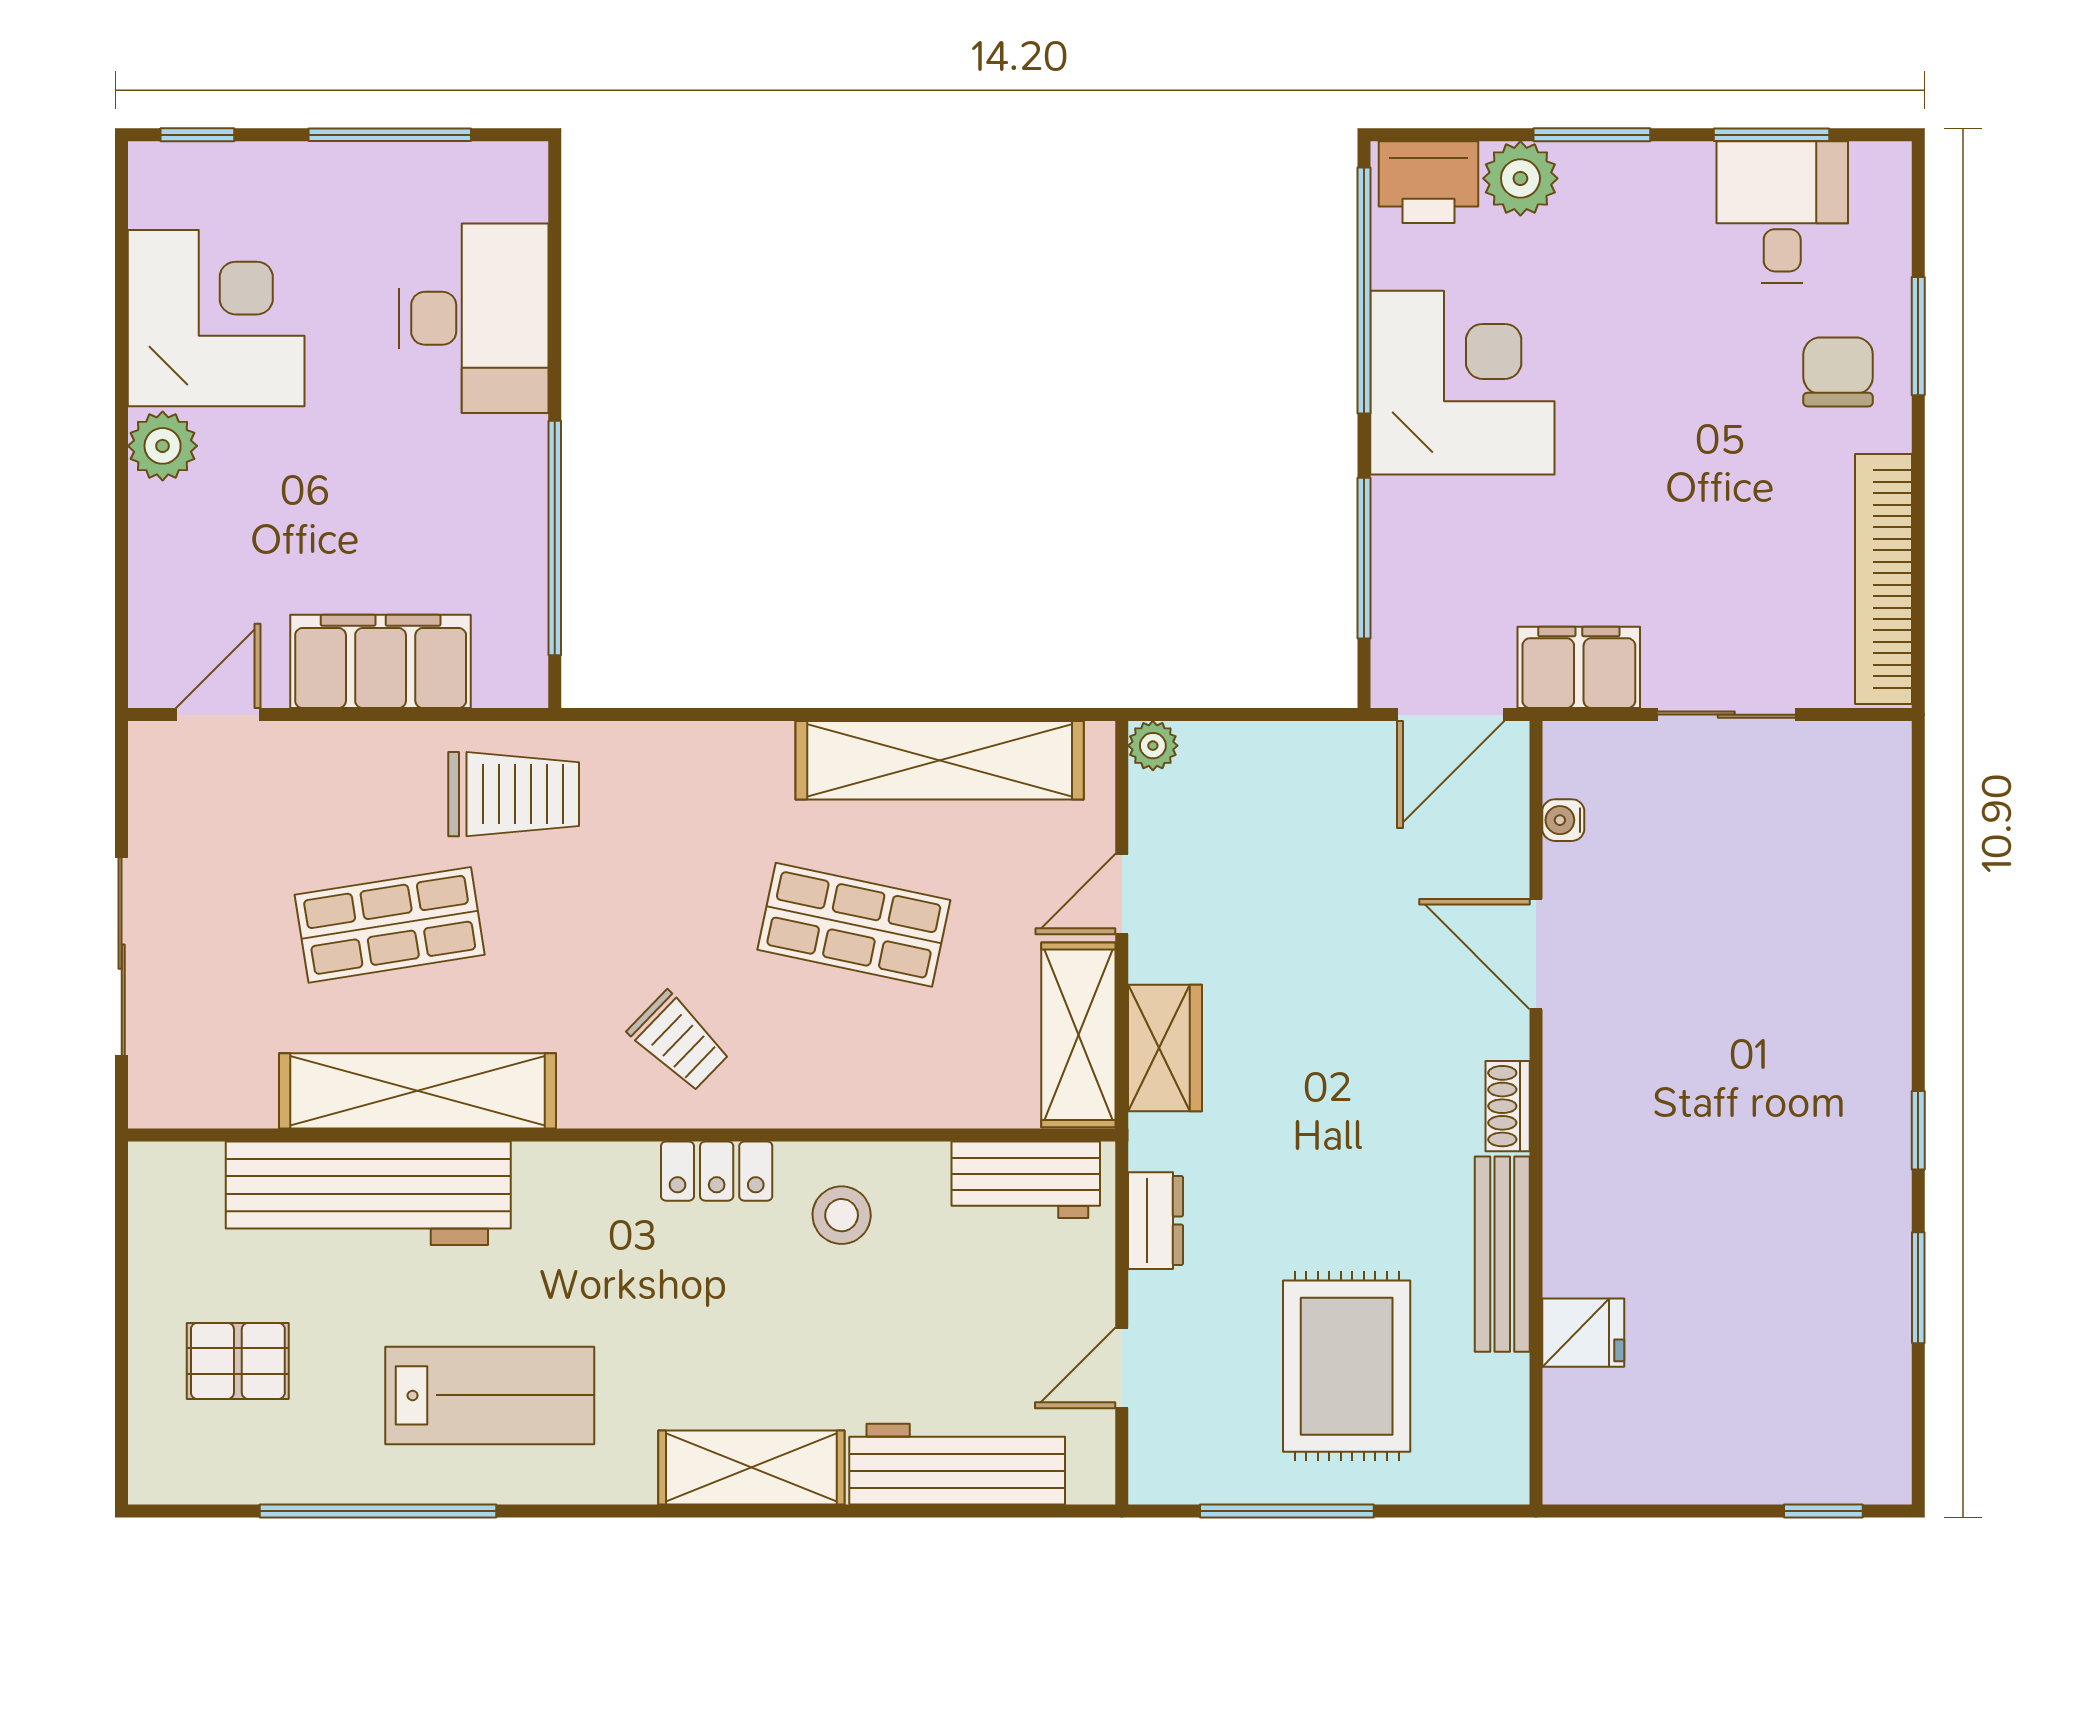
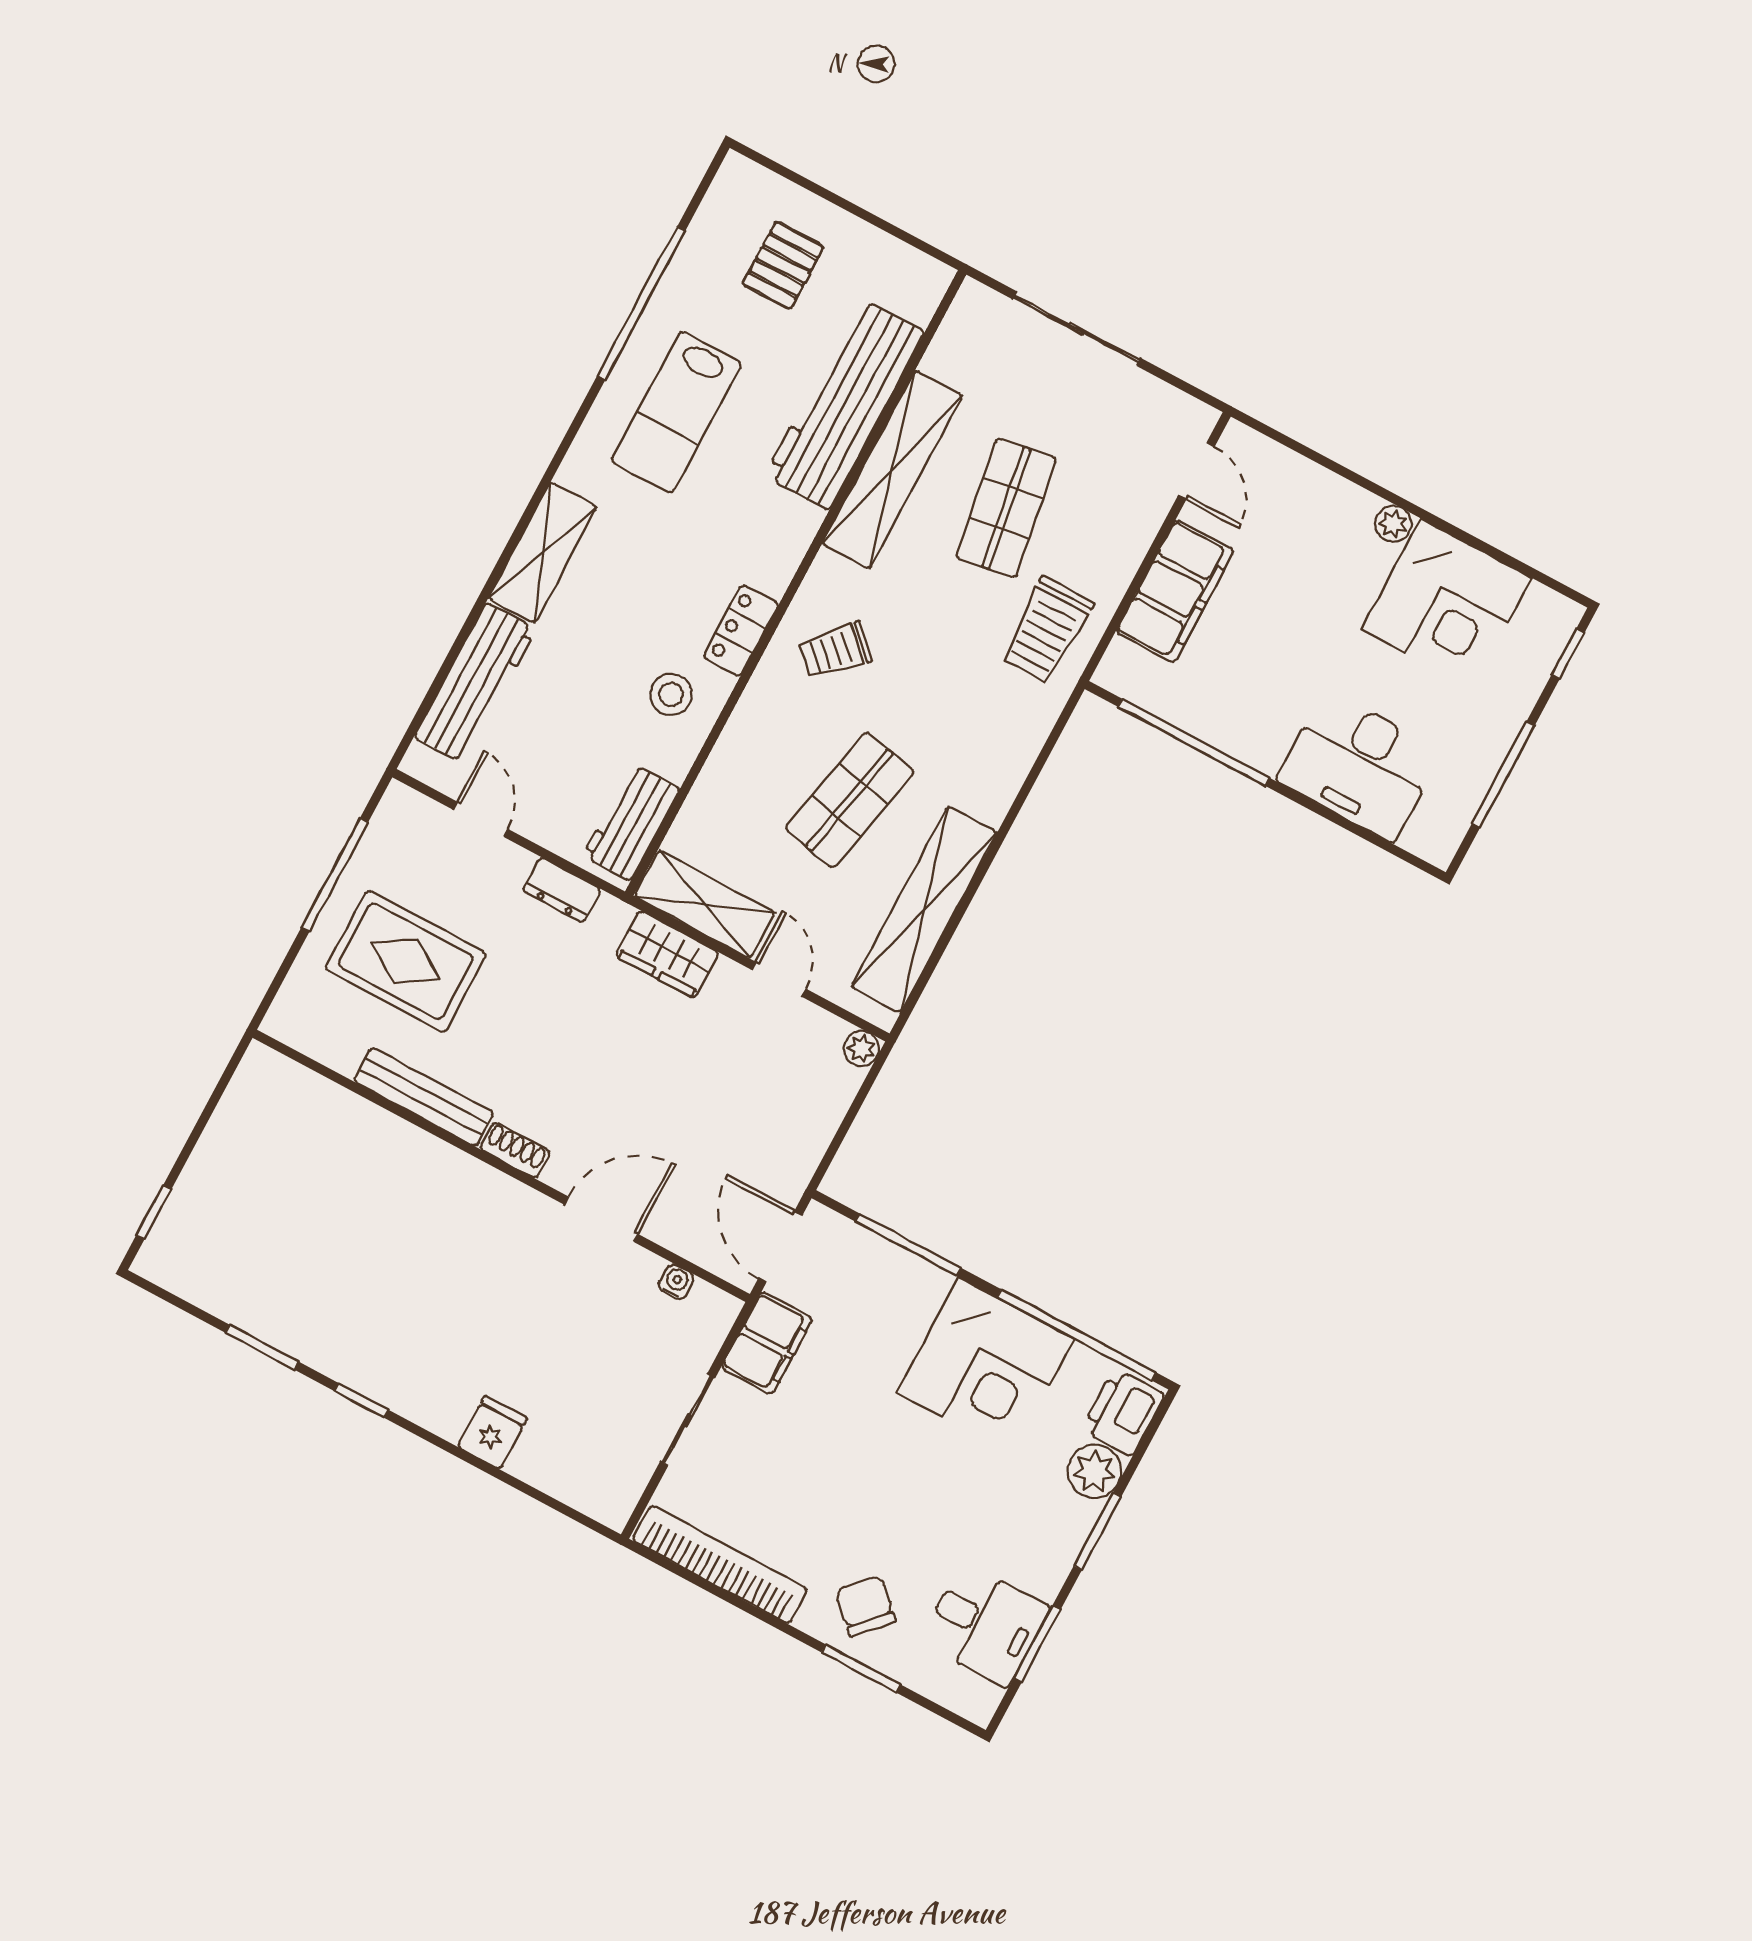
chair: (1838, 372) -> (865, 1606), turned -137
plant: (163, 446) -> (1393, 524), width x0.73, depth x0.73
fridge: (1583, 1333) -> (492, 1432), moved, turned 180

